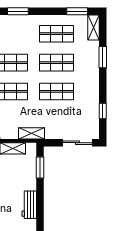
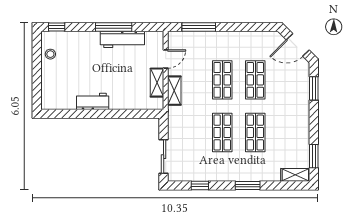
shop shelf: (56, 34) -> (288, 133), removed
window: (103, 57) -> (248, 186), moved
shelving: (31, 133) -> (174, 91), moved
window: (40, 167) -> (135, 114), removed

